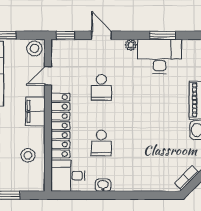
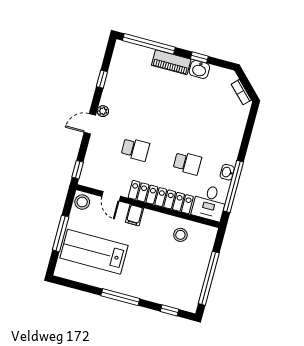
door: (102, 35) -> (90, 124), moved
window: (162, 35) -> (102, 79), width x0.67
desk: (160, 56) -> (121, 87), removed
filing cabinet: (35, 111) -> (134, 215), width x0.50
window: (90, 195) -> (233, 186), added

